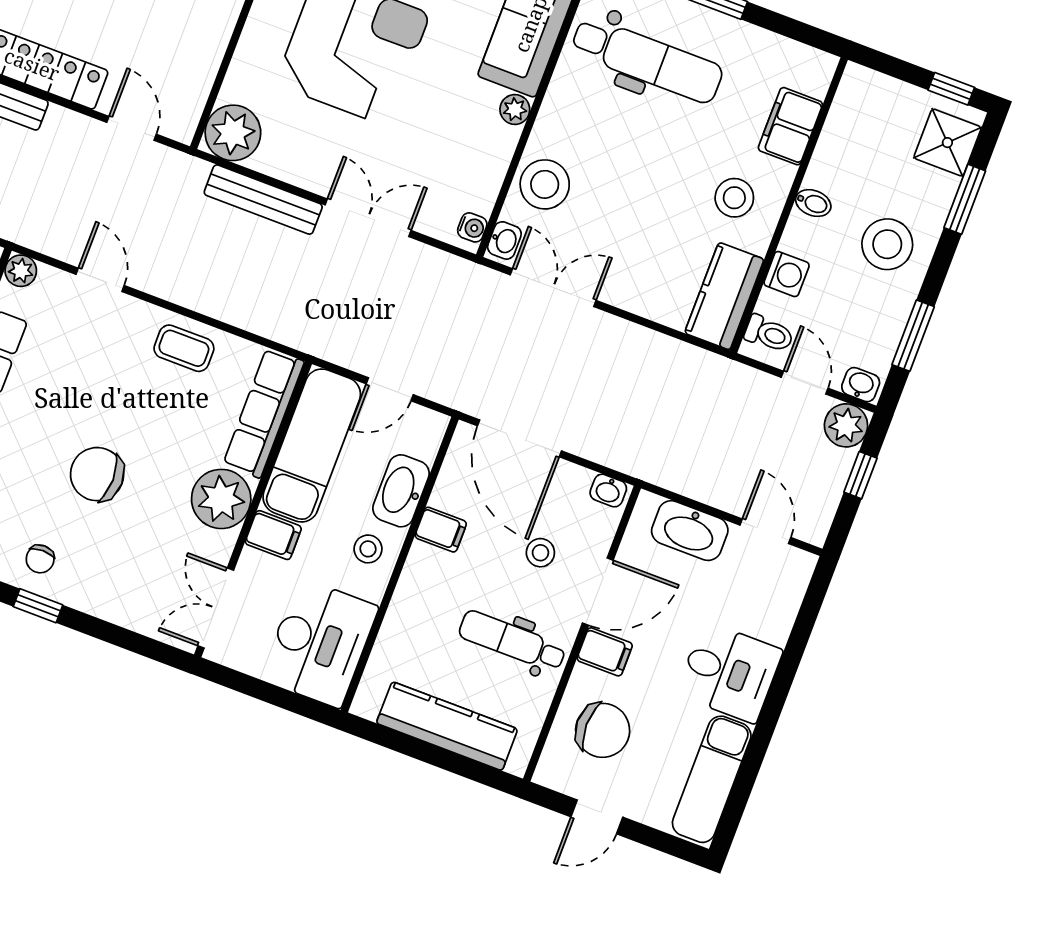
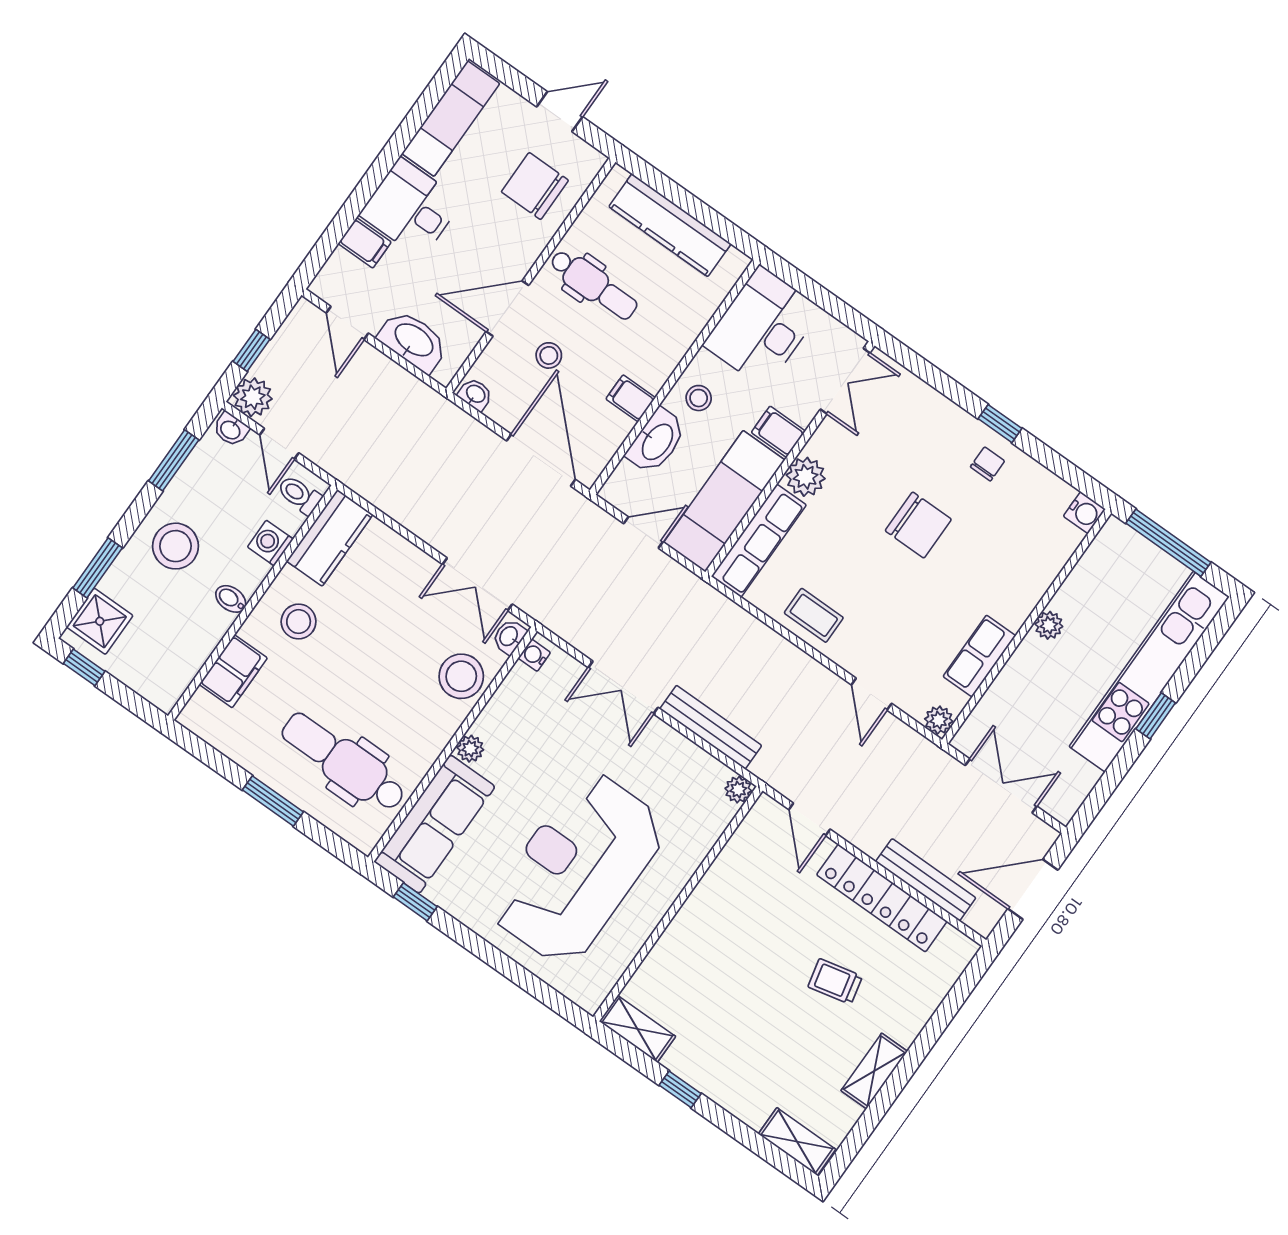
plant: (233, 133) -> (738, 790), width x0.53, depth x0.53
plant: (221, 499) -> (806, 477), width x0.73, depth x0.73
filing cabinet: (605, 652) -> (365, 243), moved, turned 180

